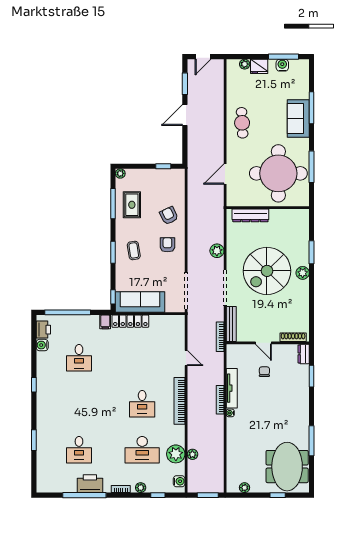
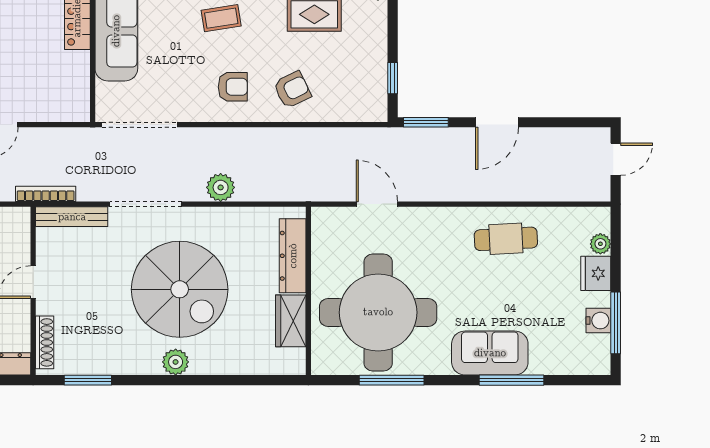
door: (203, 57) -> (616, 159), swing flipped
window: (185, 84) -> (426, 122), moved
door: (185, 115) -> (497, 122), swing flipped
cafe table: (242, 123) -> (506, 239), moved
wardrobe: (282, 216) -> (291, 321), added
window: (312, 252) -> (88, 380), moved
spiral stairs: (267, 271) -> (180, 289), turned 180

